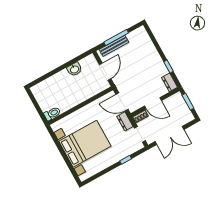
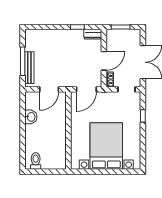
door: (105, 72) -> (49, 89), swing flipped
toilet: (52, 114) -> (36, 161), moved
dresser: (125, 121) -> (106, 97), removed

